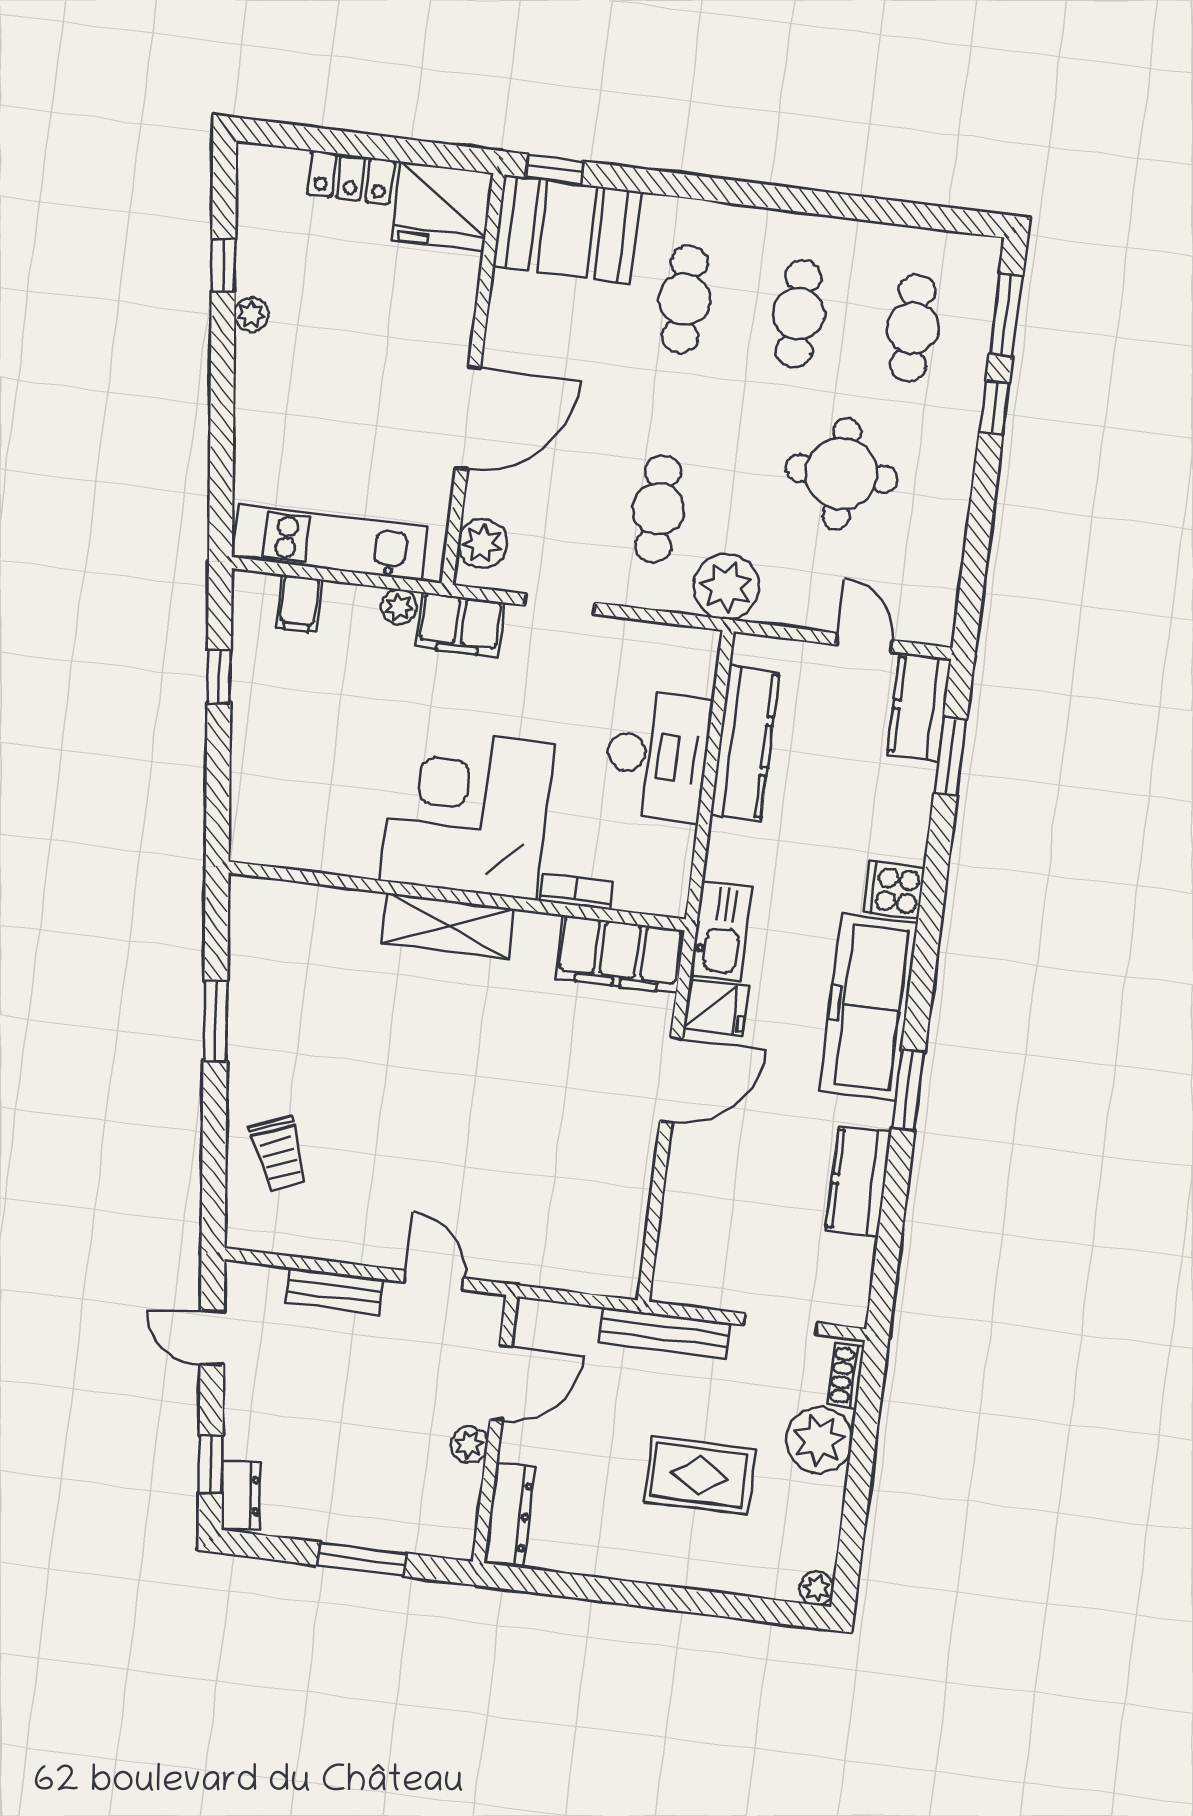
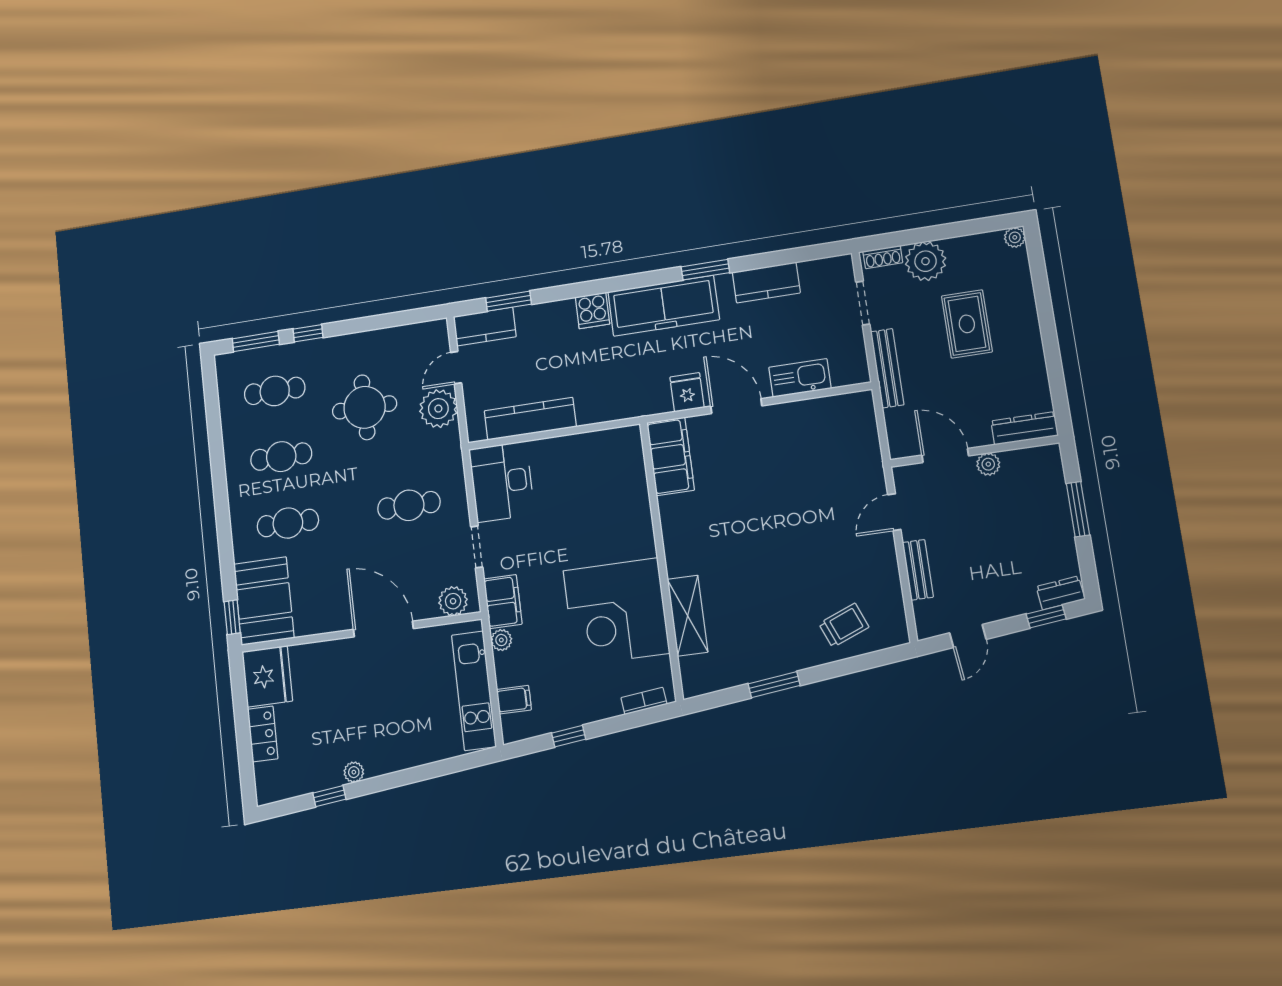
plant: (726, 587) -> (438, 409), moved
desk: (657, 756) -> (502, 482), moved, turned -90
corner desk: (467, 812) -> (616, 612), moved
bookcase: (576, 891) -> (644, 701), moved, turned 83
shelving: (448, 926) -> (688, 616), moved
kitchen sink: (721, 931) -> (800, 378), moved

